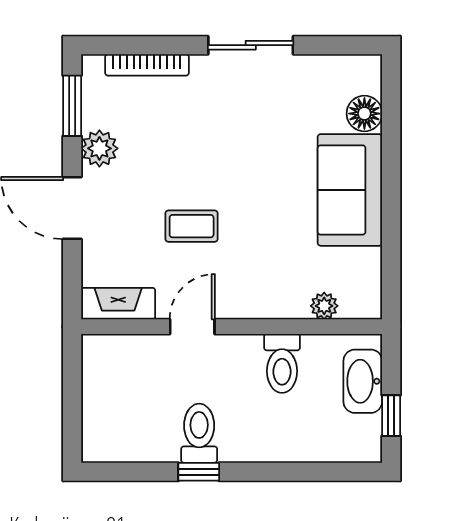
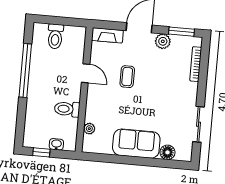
sliding door: (251, 45) -> (198, 124), moved
fireplace: (118, 304) -> (107, 35), moved, turned 90
washbasin: (363, 381) -> (56, 144), width x0.52, depth x0.69
toilet: (199, 433) -> (55, 36), moved, turned 90
window: (199, 472) -> (25, 71), width x3.17

